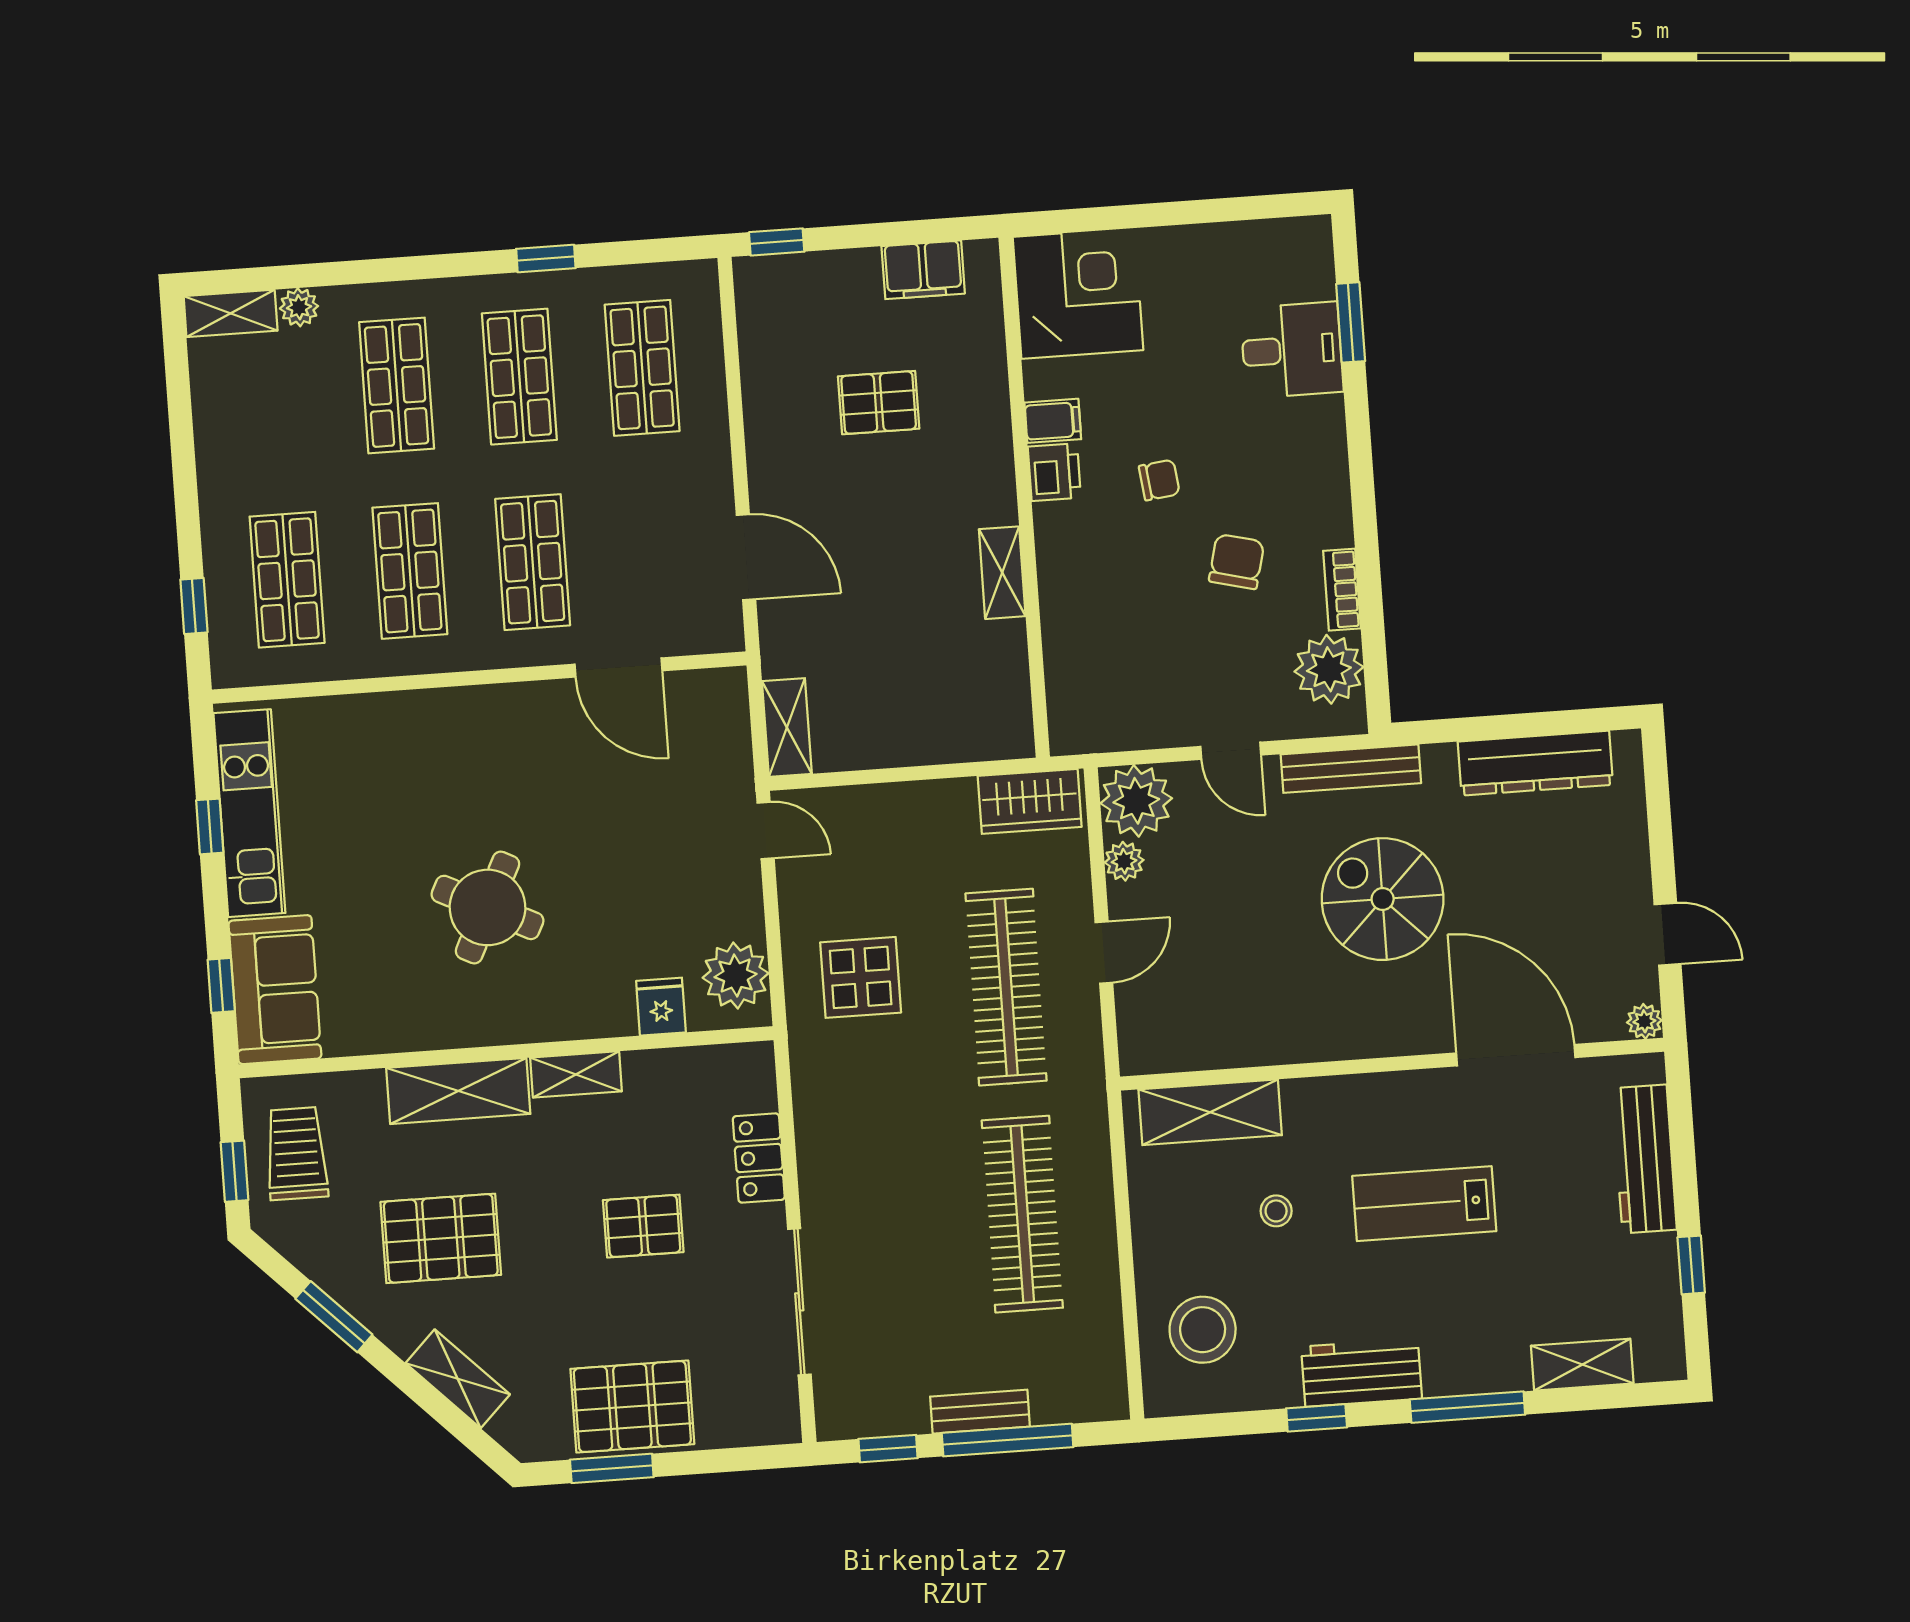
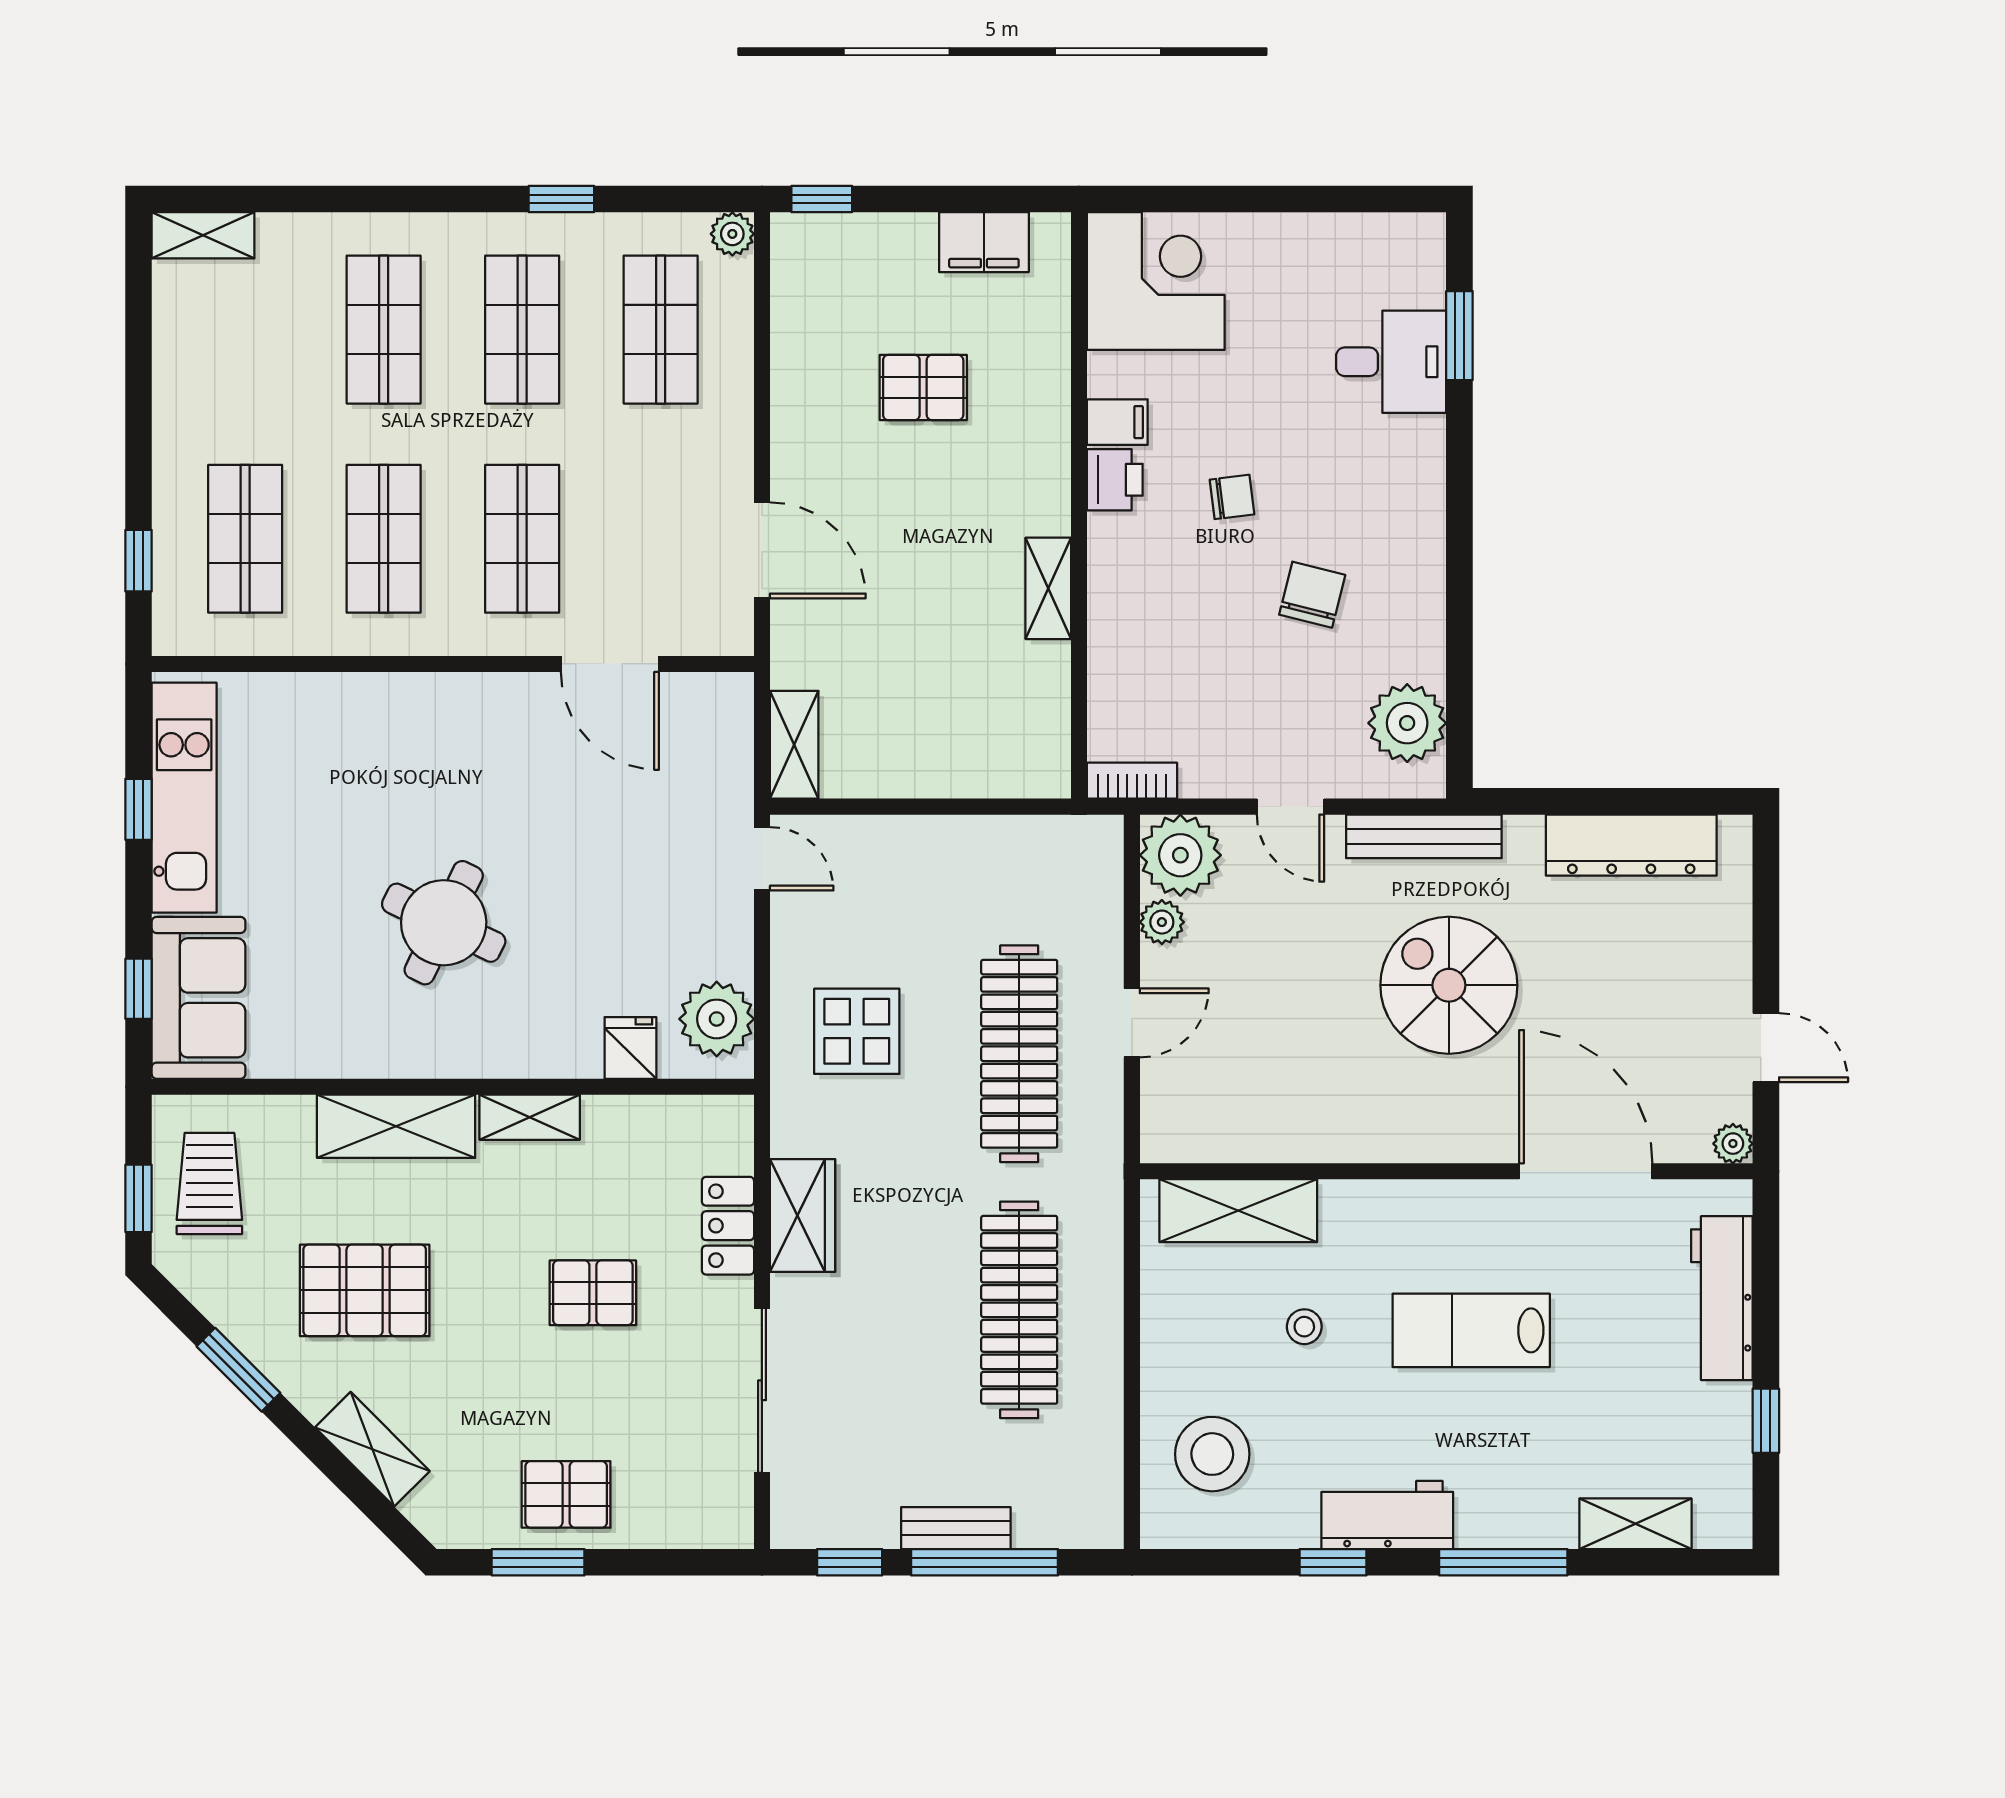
plant: (299, 307) -> (732, 234), moved
bookcase: (1342, 590) -> (1132, 781), moved, turned 90
wardrobe: (1030, 801) -> (803, 1215), moved, turned -90
pallet: (632, 1407) -> (566, 1494), width x0.67, depth x0.71

